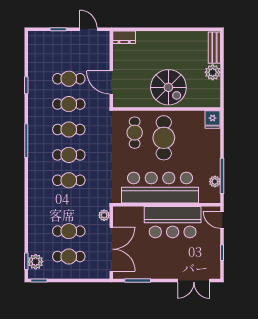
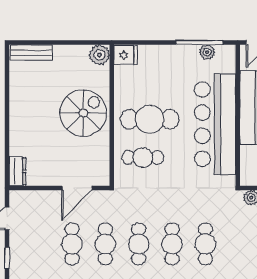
plant: (213, 72) -> (99, 55), moved

